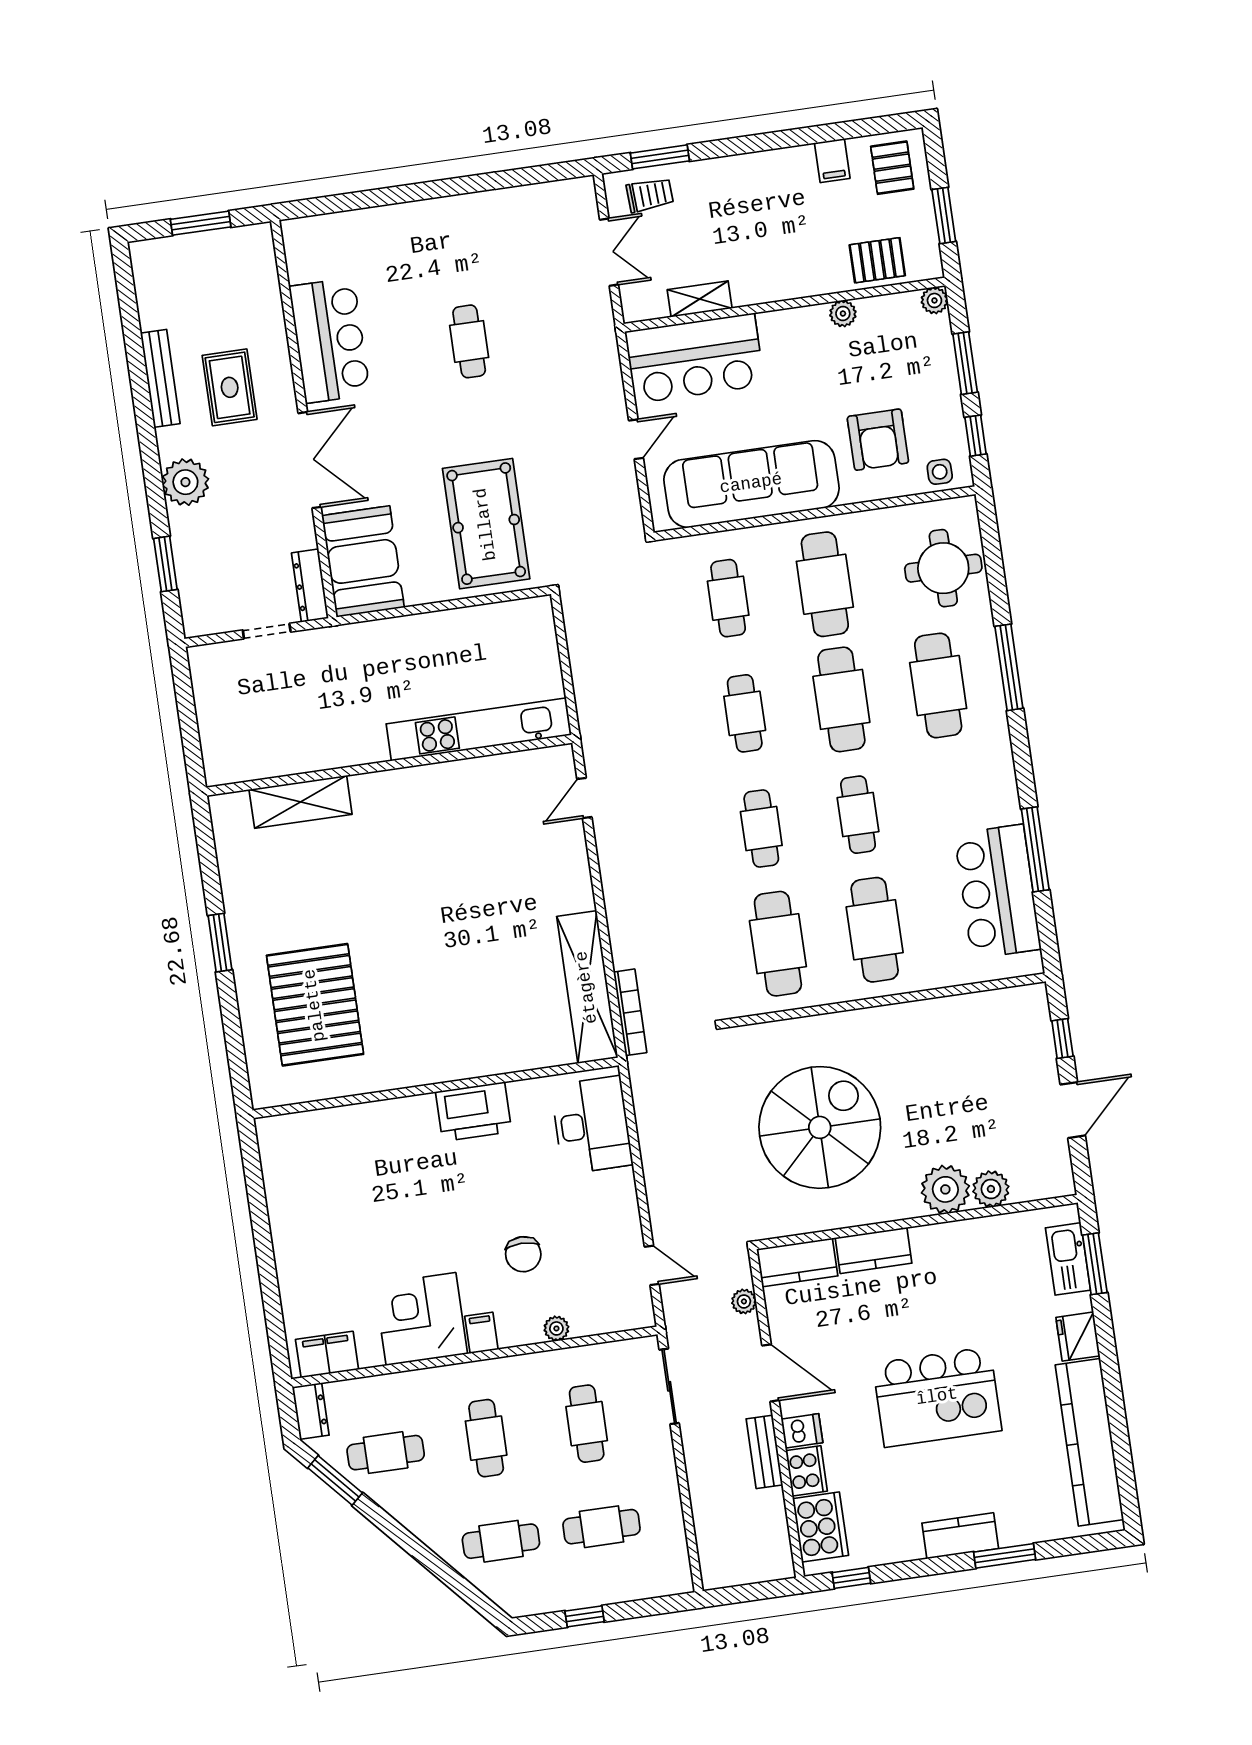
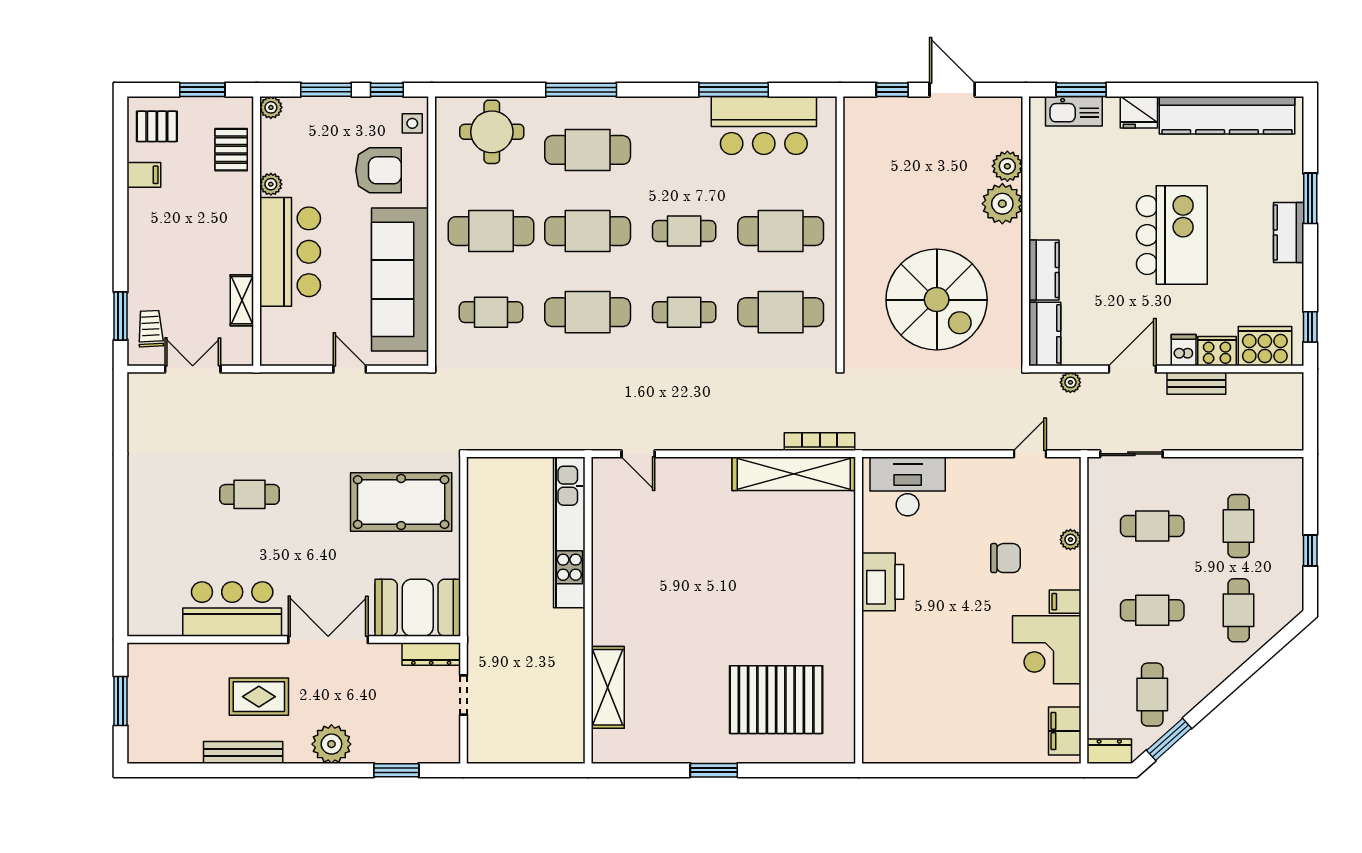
bar counter: (695, 358) -> (290, 252), moved
cafe table: (745, 713) -> (588, 312), width x1.37, depth x1.35
spiral stairs: (820, 1127) -> (937, 300), turned 180

